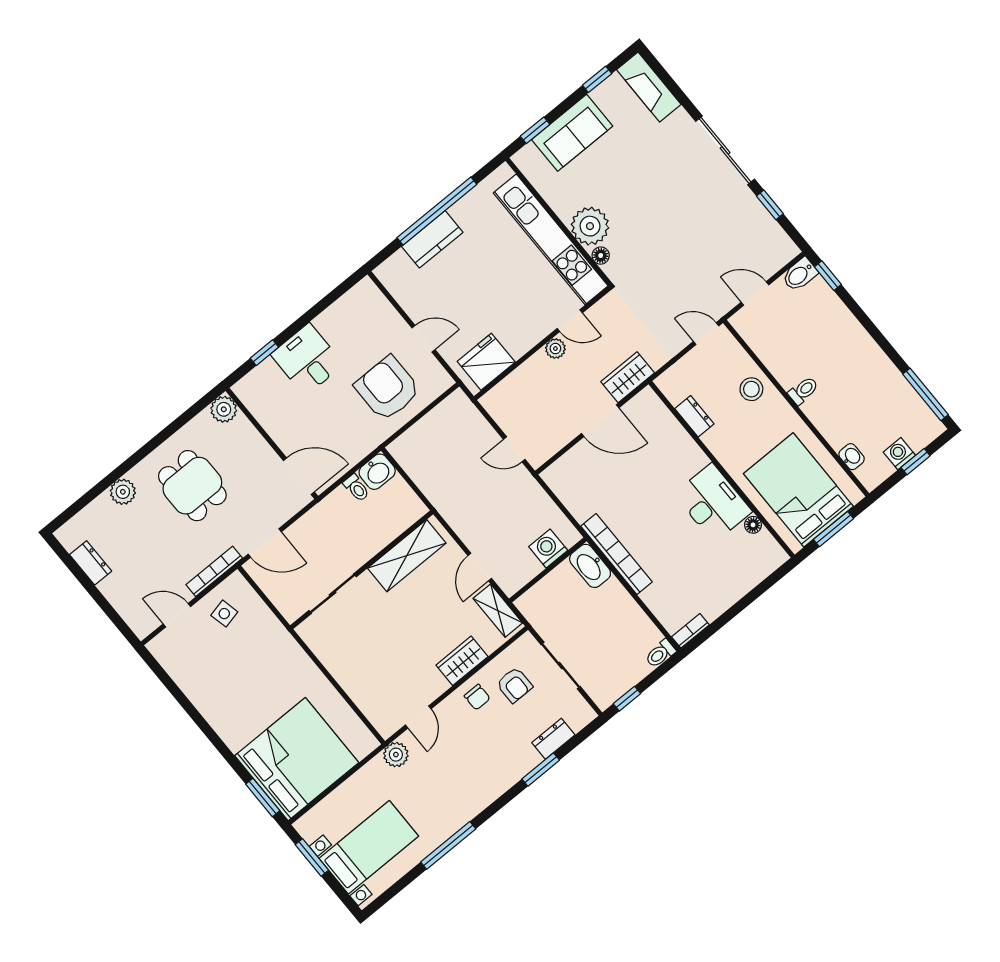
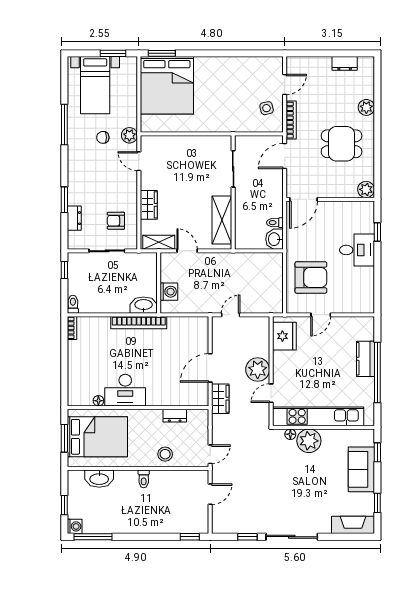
bidet: (800, 274) -> (202, 523), removed
plant: (555, 349) -> (258, 370), width x1.88, depth x1.88
washing machine: (899, 454) -> (75, 526), moved
washbasin: (852, 457) -> (99, 479), width x1.91, depth x1.45
chair: (477, 697) -> (103, 137), moved

